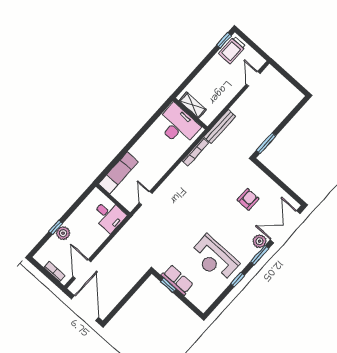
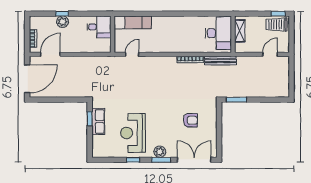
shelving: (193, 105) -> (240, 31), moved
wall: (190, 114) -> (233, 34), moved
desk: (178, 125) -> (218, 33), moved
desk: (109, 216) -> (99, 27), moved, turned -90
plant: (260, 241) -> (160, 152), moved

